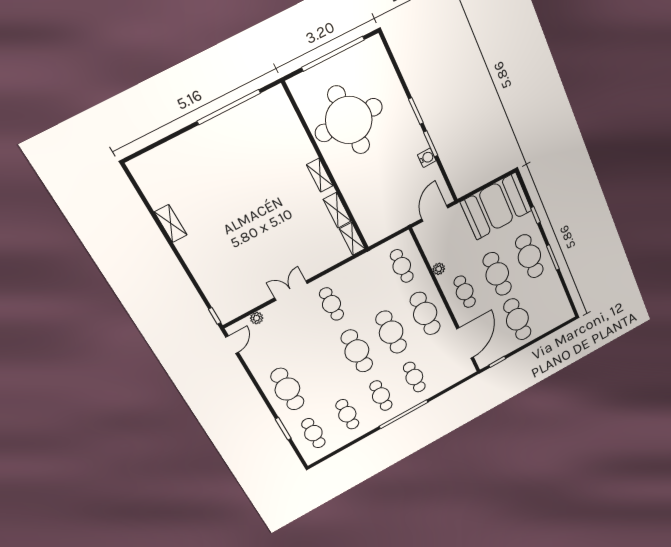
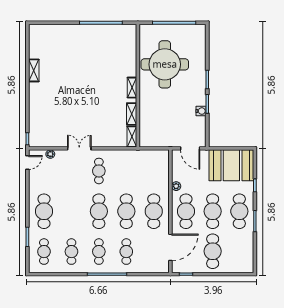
door: (435, 213) -> (190, 148), swing flipped
cafe table: (402, 266) -> (154, 171), removed
cafe table: (465, 292) -> (186, 211), width x1.37, depth x1.35

